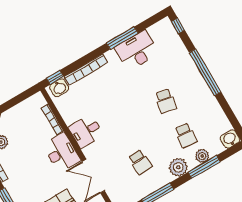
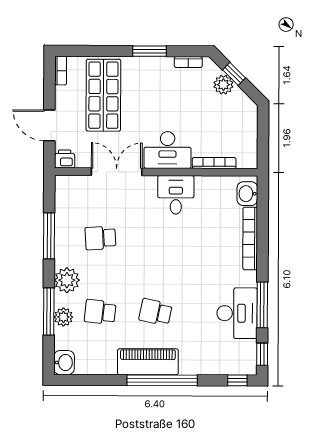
window: (55, 77) -> (262, 354), moved
piano: (199, 88) -> (148, 362), added

